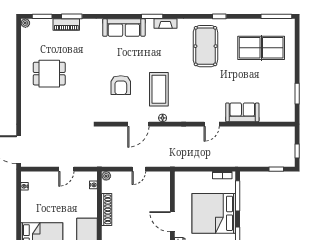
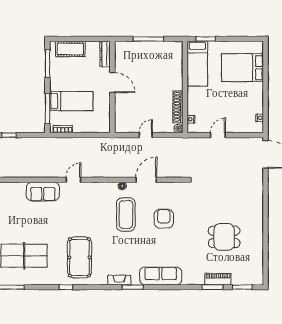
plant: (25, 23) -> (259, 280), removed
dining table: (49, 74) -> (224, 237), moved
shoe rack: (107, 209) -> (178, 107), moved
bed: (214, 213) -> (71, 101), width x0.49

